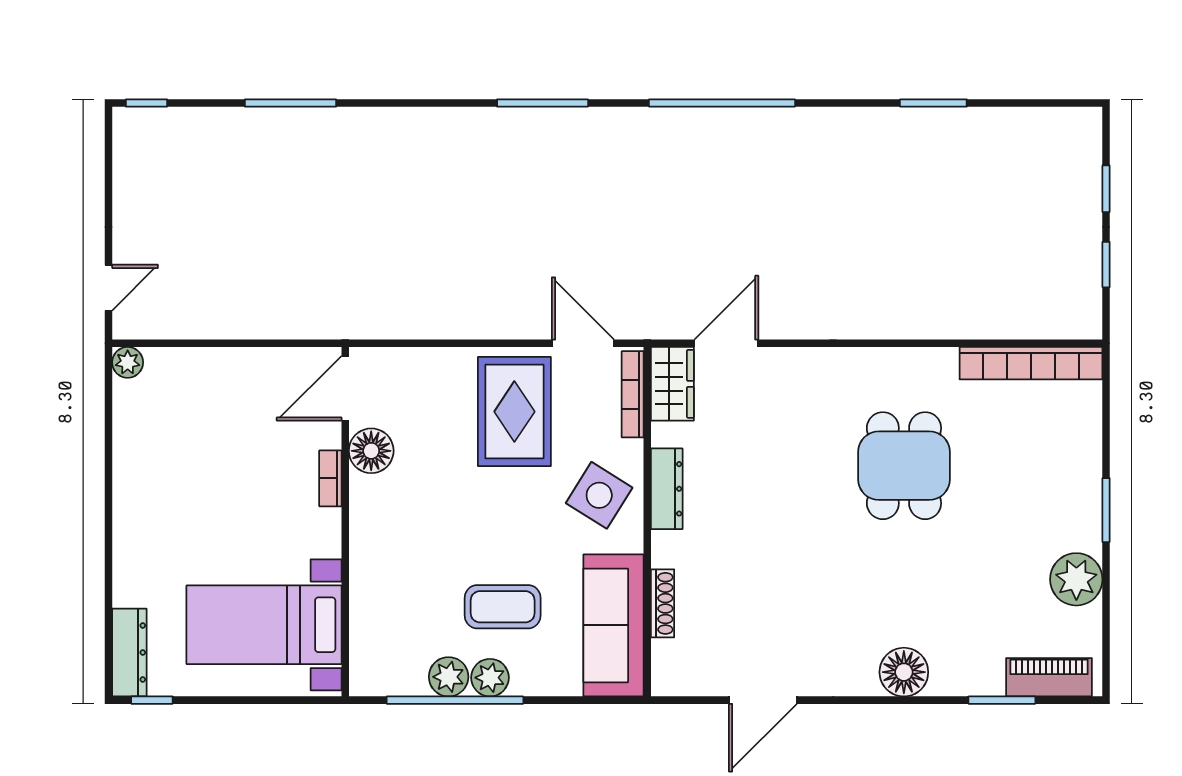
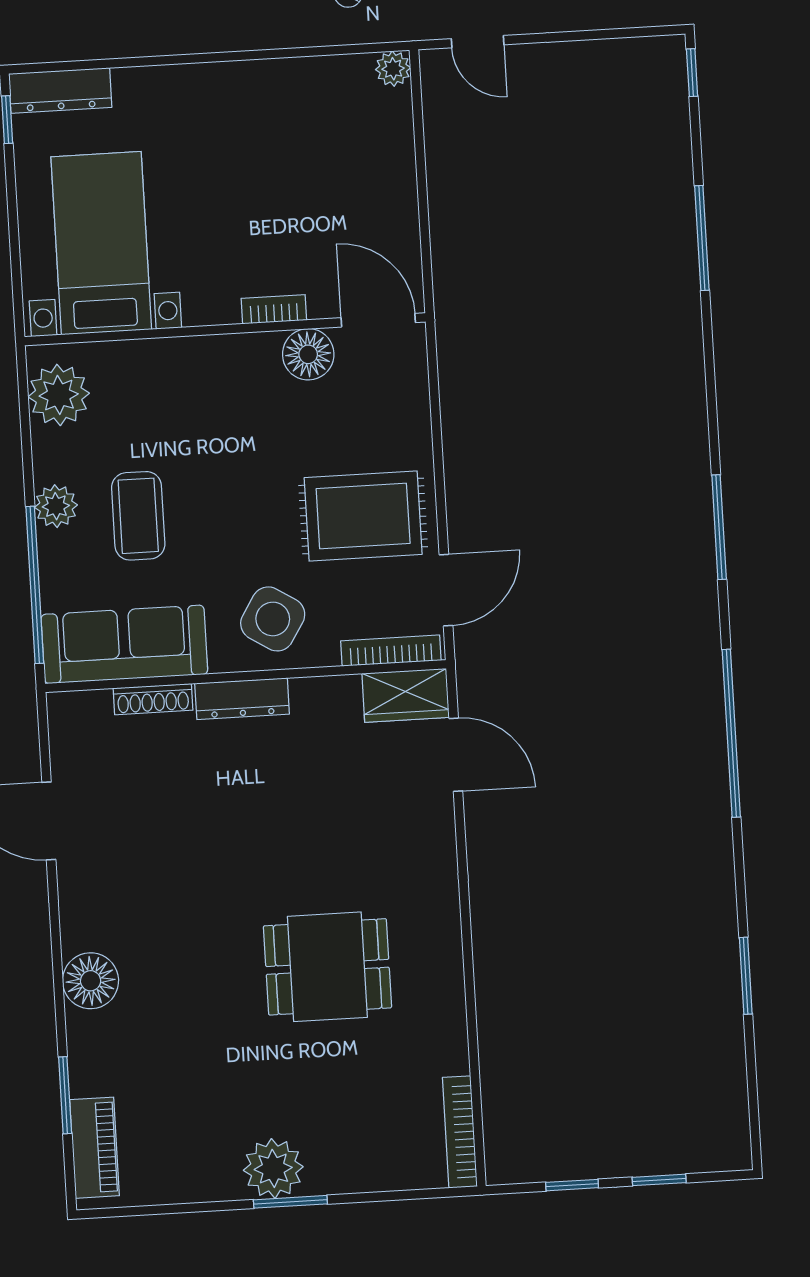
bookcase: (1031, 363) -> (460, 1132), width x0.68, depth x0.76
dresser: (667, 489) -> (242, 699), moved
plant: (1076, 579) -> (273, 1168), moved
plant: (449, 677) -> (59, 395), moved, width x1.36, depth x1.36
window: (455, 700) -> (35, 585), moved

